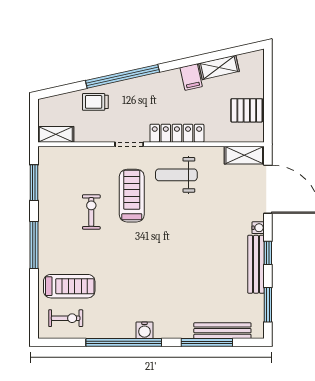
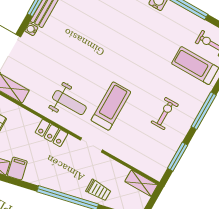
locker: (177, 133) -> (51, 133), width x0.66
treadmill: (132, 196) -> (111, 106), turned 180
exercise bike: (91, 212) -> (165, 113), moved, turned 180

